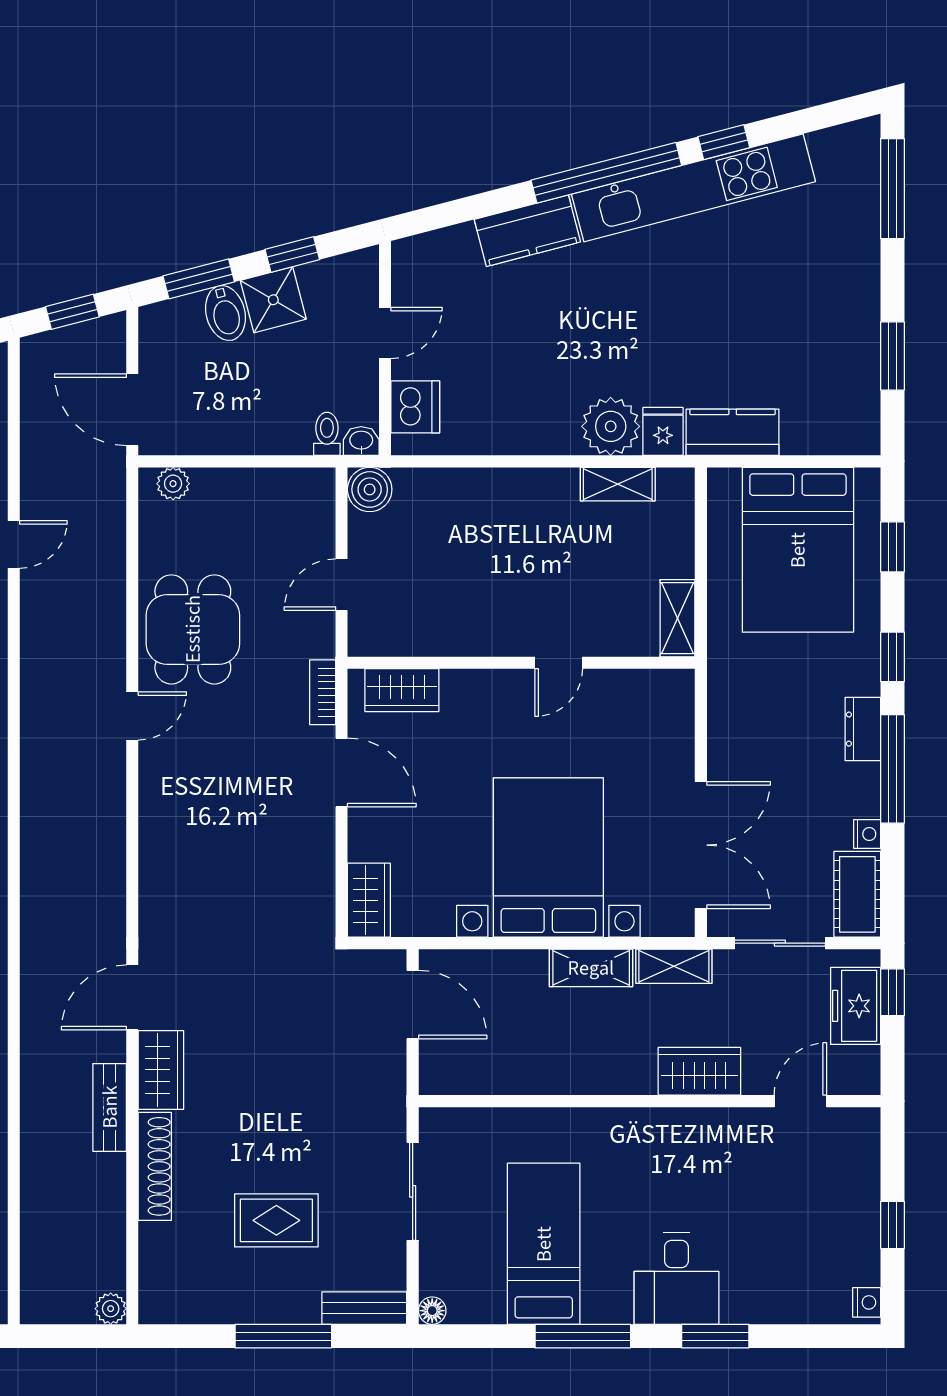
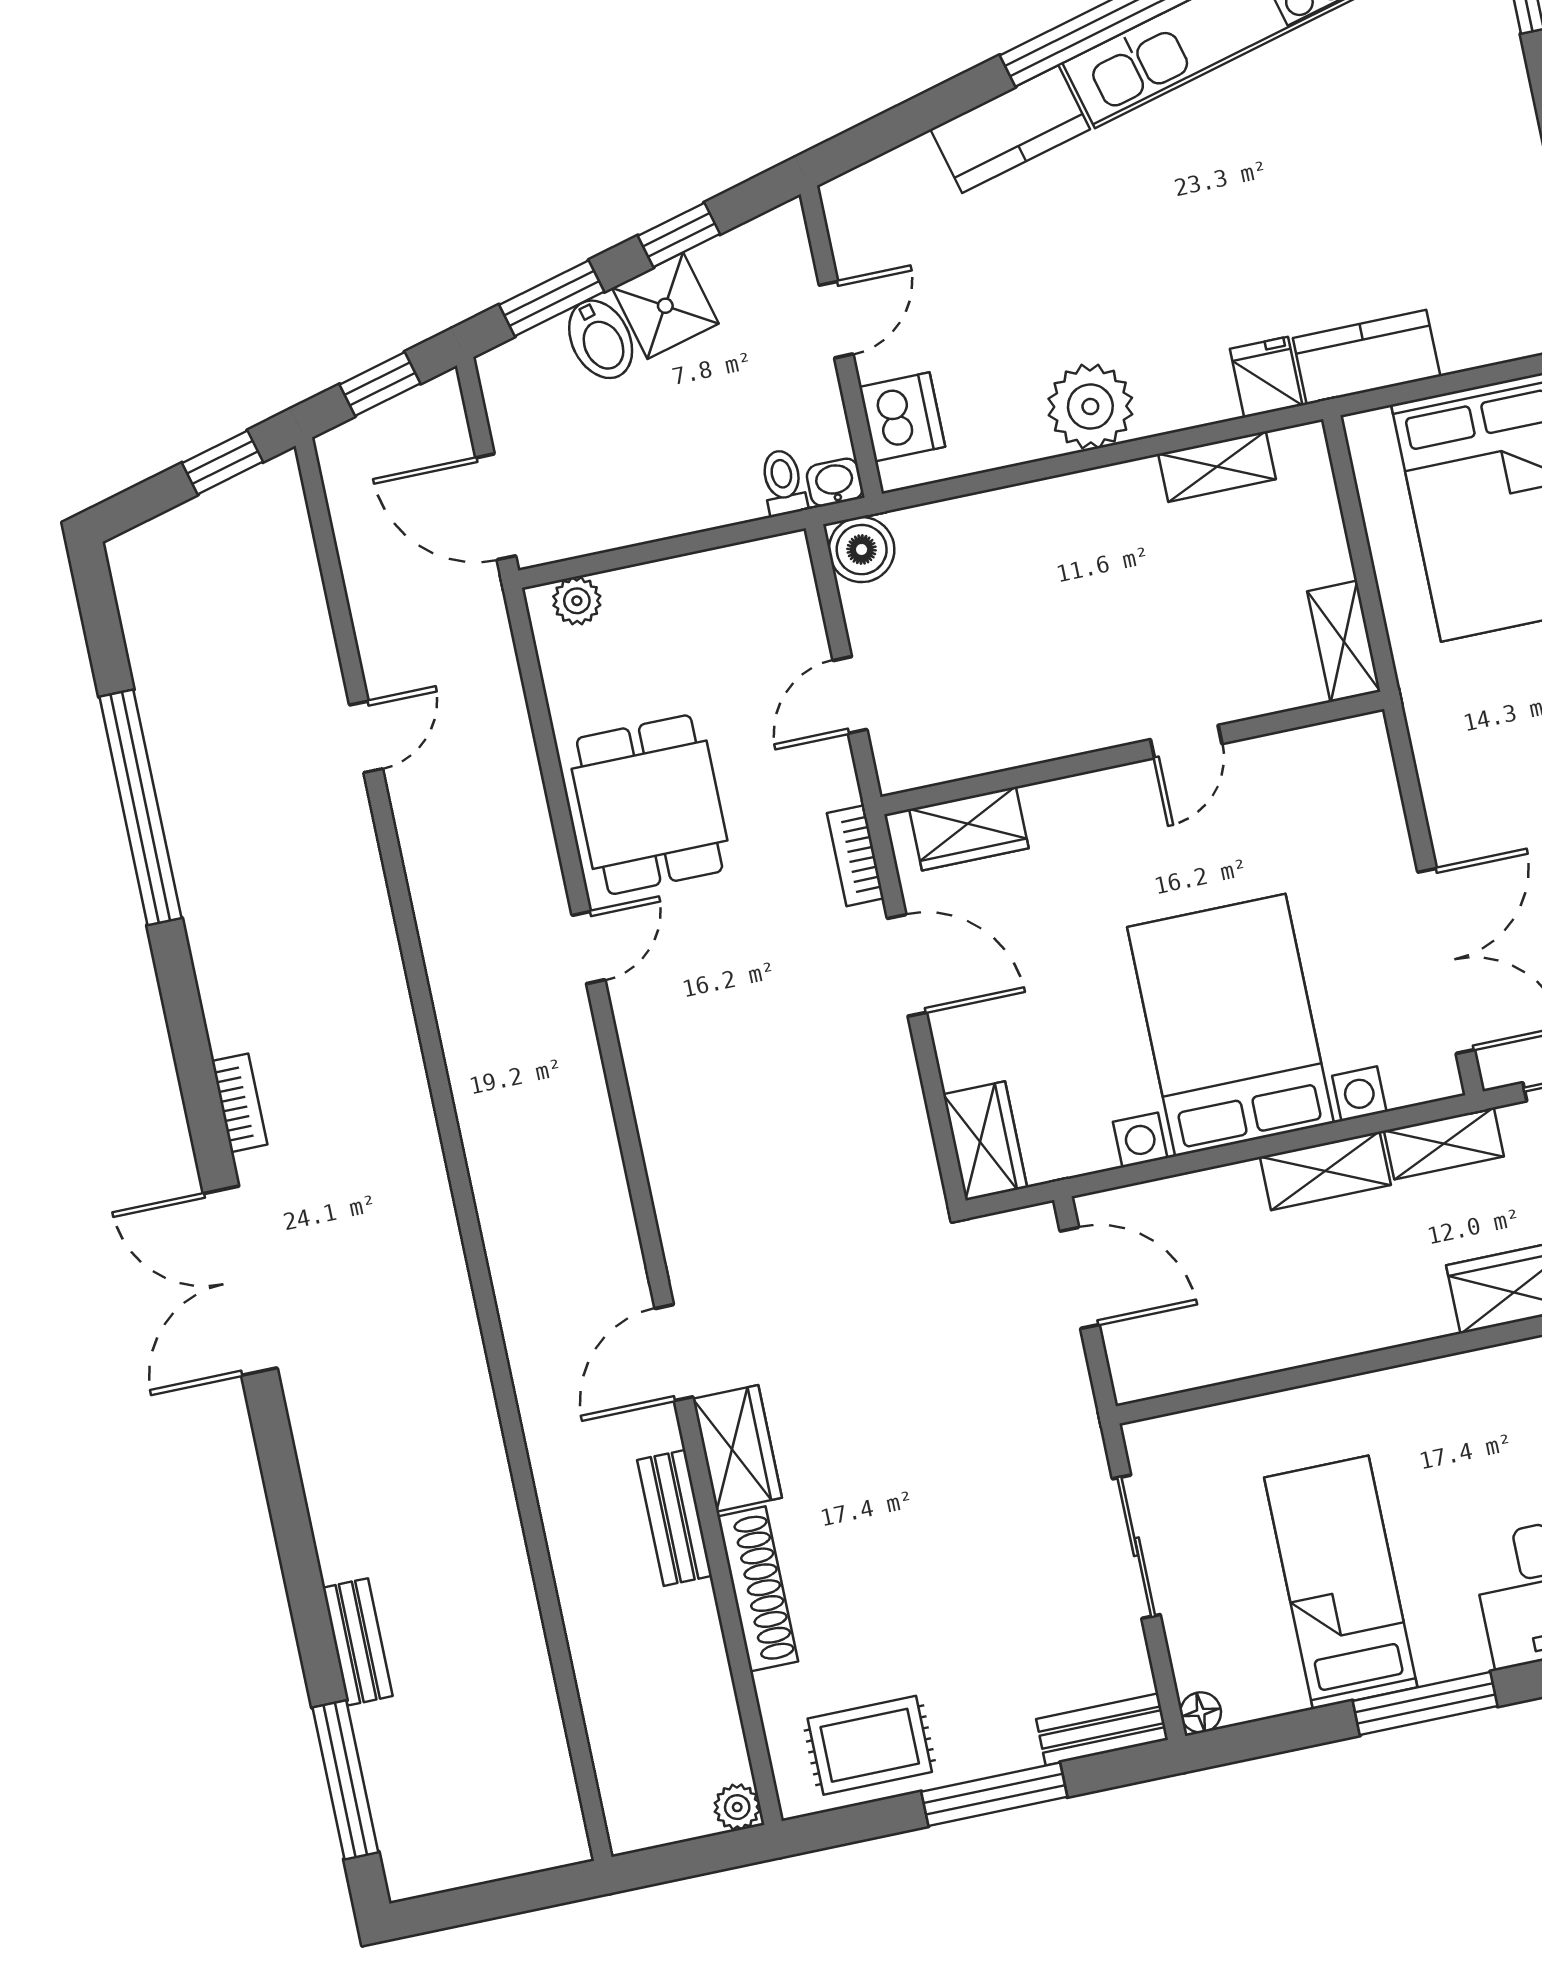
plant: (611, 426) -> (1090, 407), moved
rug: (276, 1220) -> (870, 1745), moved

